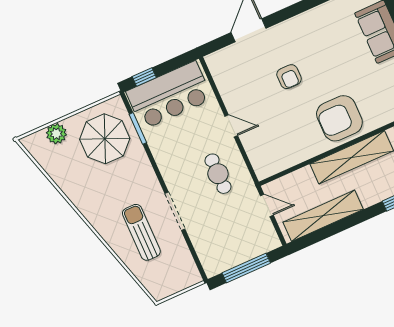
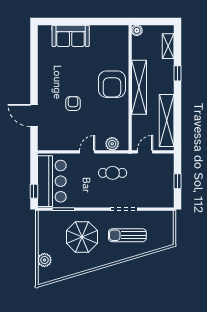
armchair: (289, 77) -> (73, 103), turned -90
parasol: (105, 139) -> (82, 237), moved
plant: (258, 155) -> (112, 144), added
window: (246, 268) -> (177, 181), width x0.46

